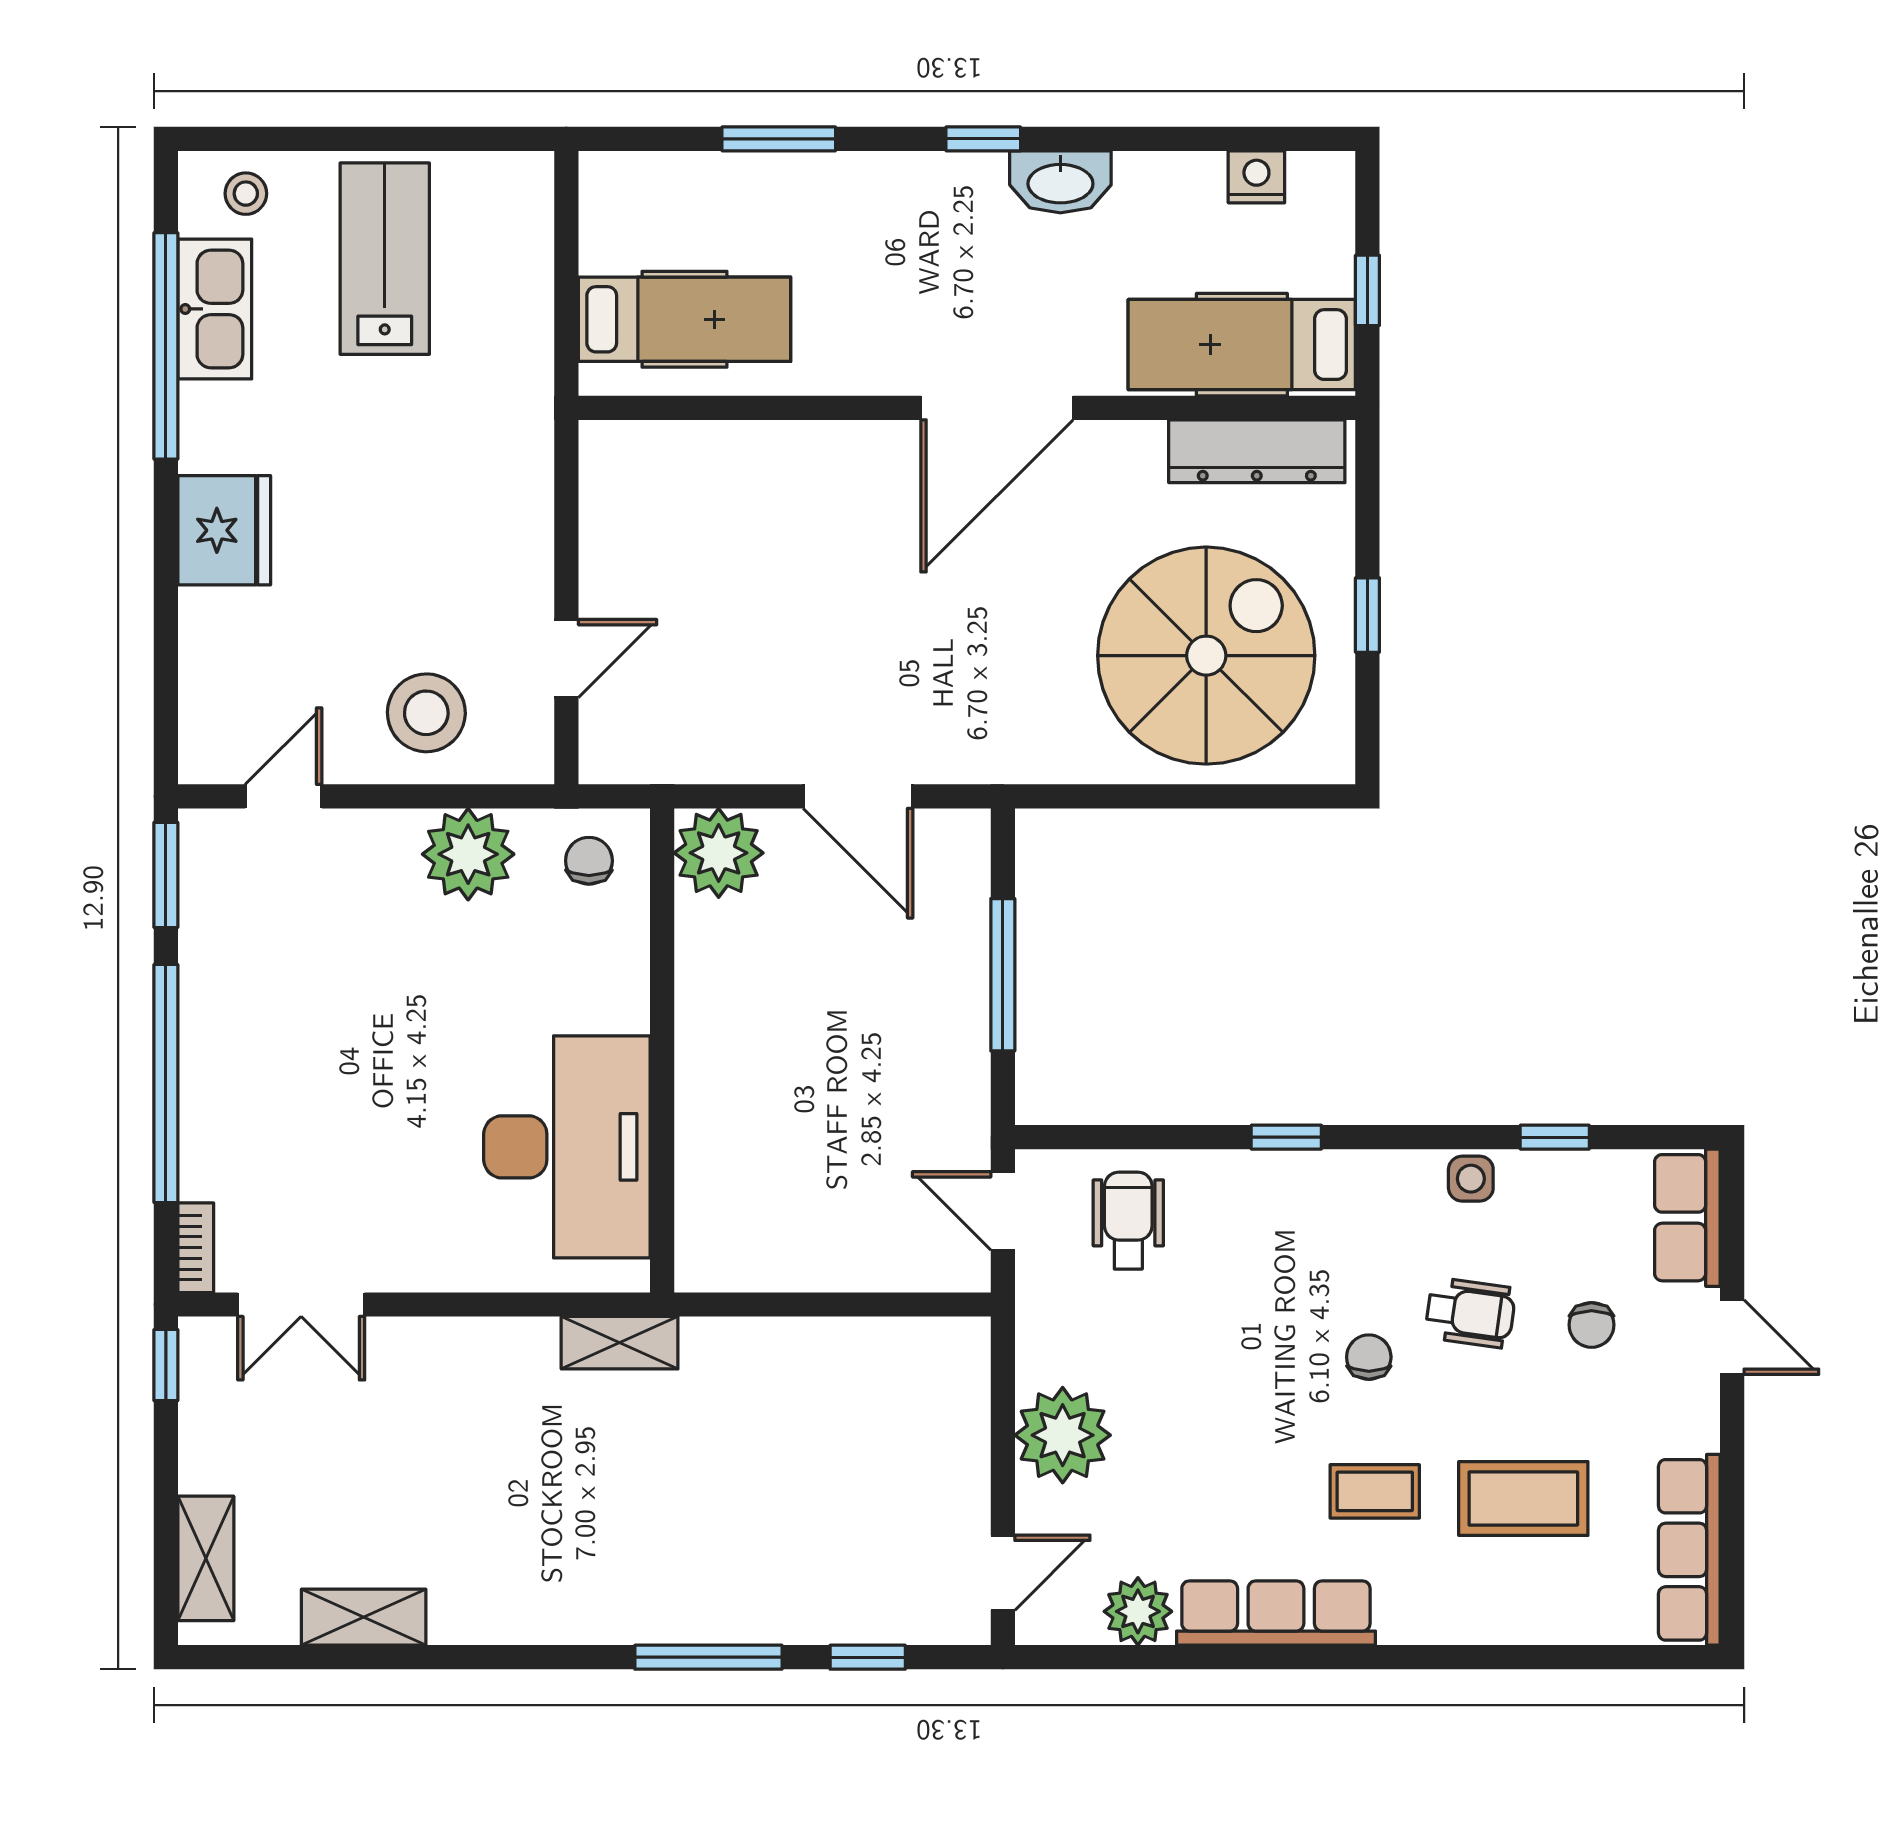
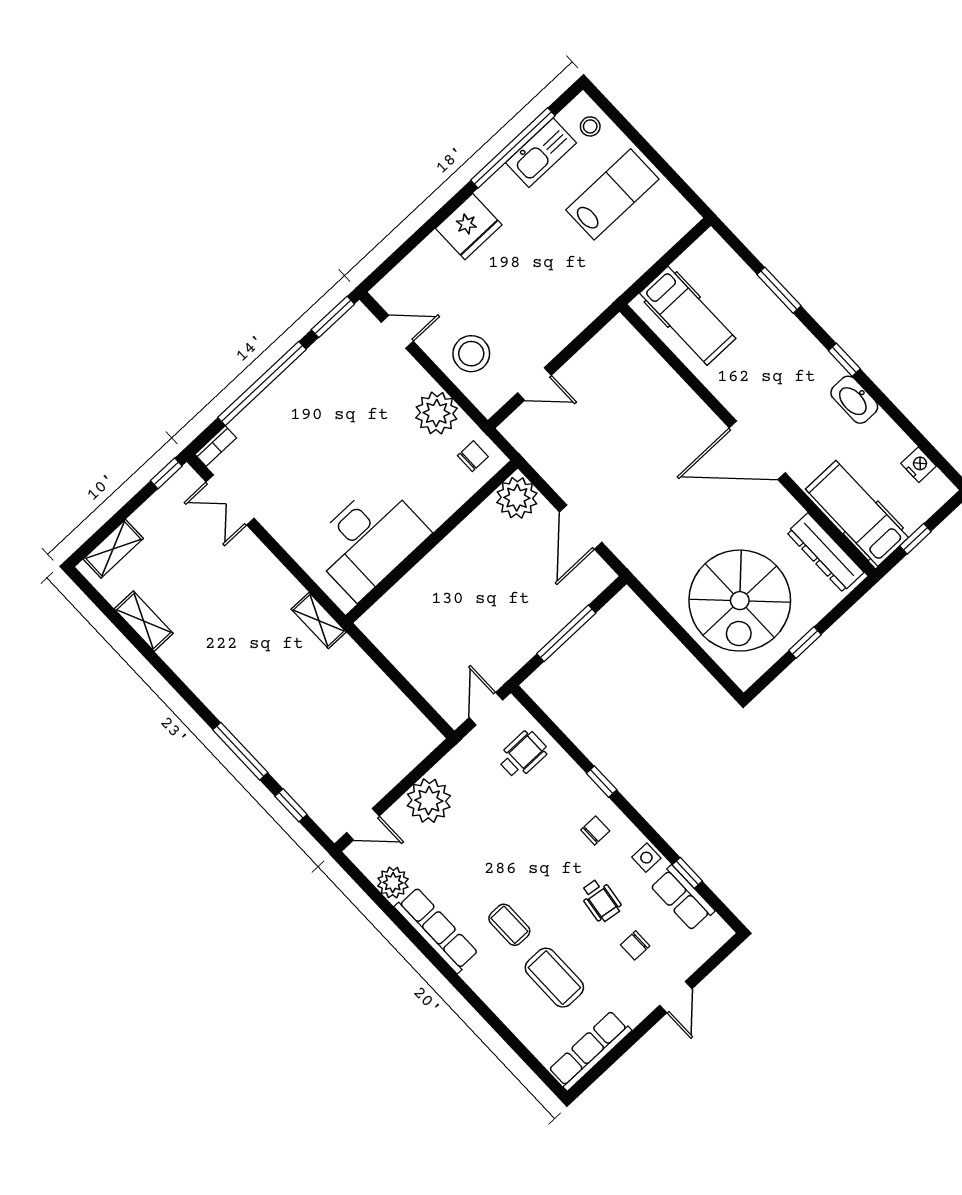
spiral stairs: (1206, 656) -> (740, 601), turned 90
row of seats: (1687, 1218) -> (682, 898), moved, turned -90
chair: (1369, 1357) -> (595, 830), moved

